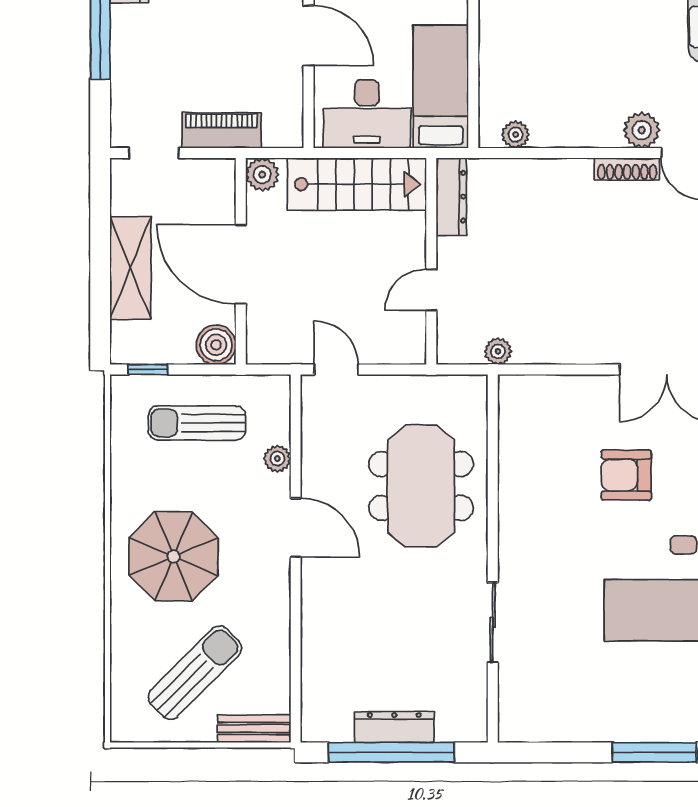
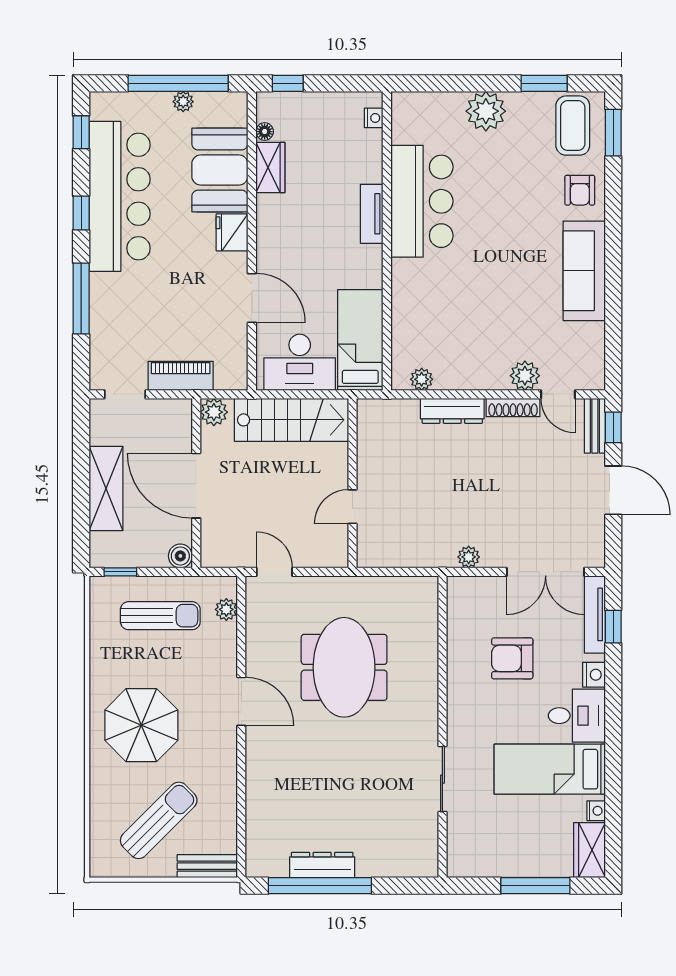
dresser: (451, 197) -> (452, 411), moved, turned 90
boiler: (216, 345) -> (180, 556), width x0.73, depth x0.73
plant: (498, 351) -> (469, 557), moved
sun lounger: (197, 423) -> (160, 616), turned 180
plant: (277, 459) -> (226, 609), moved
wall: (493, 558) -> (442, 727), moved
sliding door: (493, 622) -> (442, 779), moved

